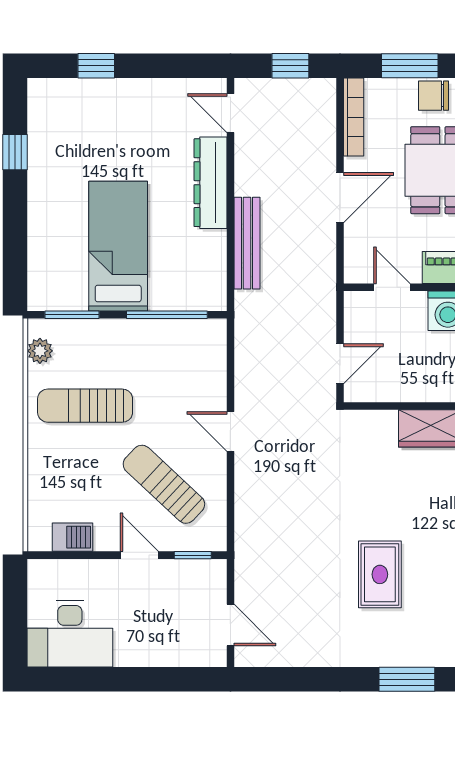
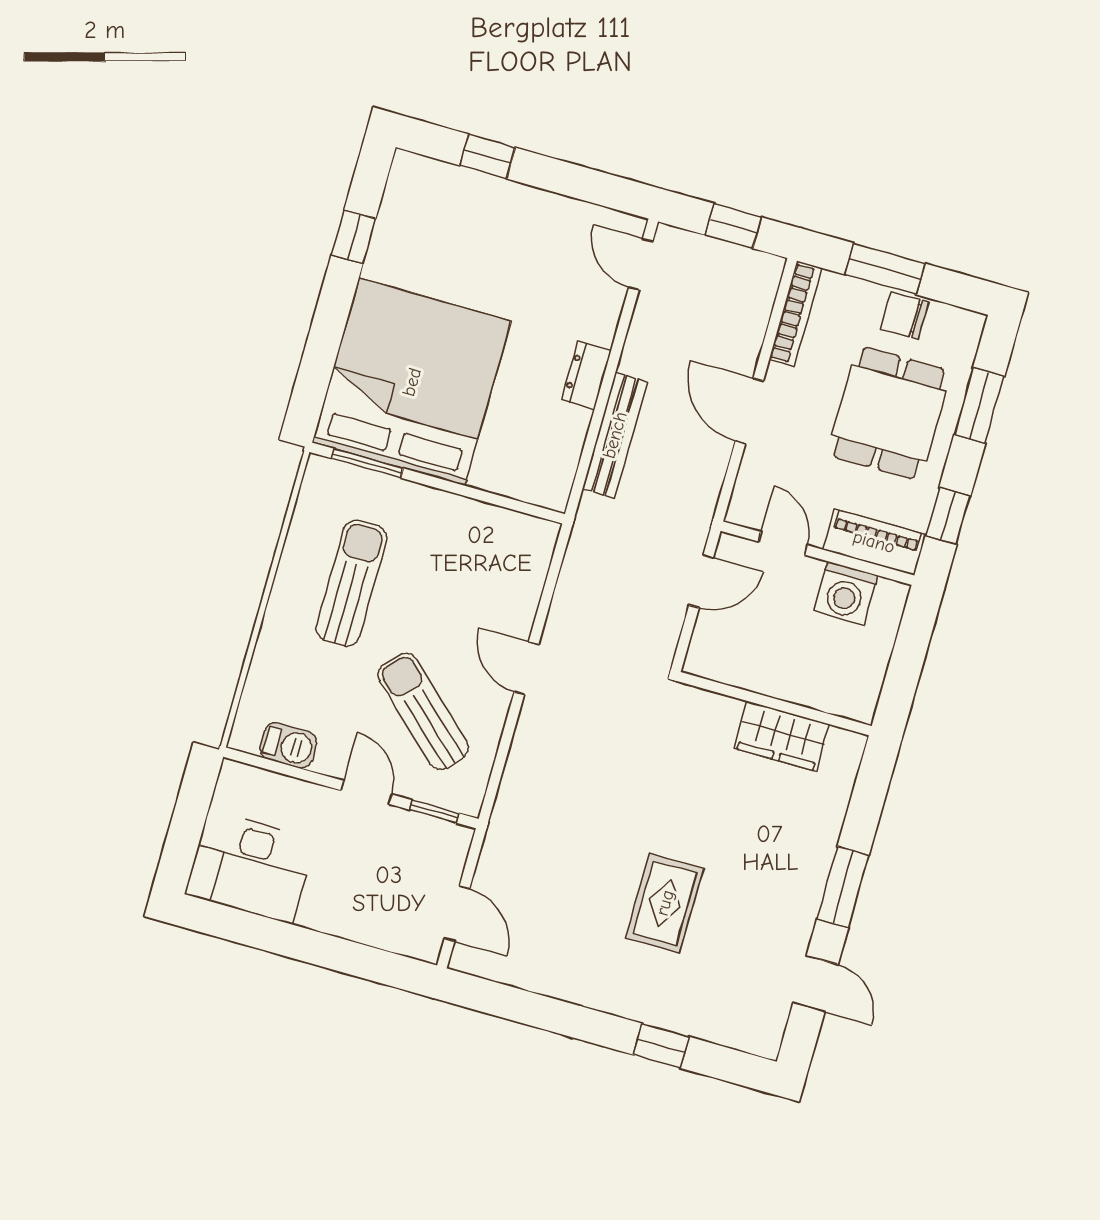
dresser: (210, 183) -> (586, 375), width x0.51, depth x0.80
door: (340, 198) -> (749, 411), swing flipped
bed: (118, 246) -> (412, 382), width x2.04
window: (167, 315) -> (488, 497), removed
plant: (40, 351) -> (314, 498), removed
door: (340, 364) -> (701, 581), moved
sun lounger: (85, 406) -> (351, 583), turned 90
window: (407, 679) -> (661, 1046), width x0.67

